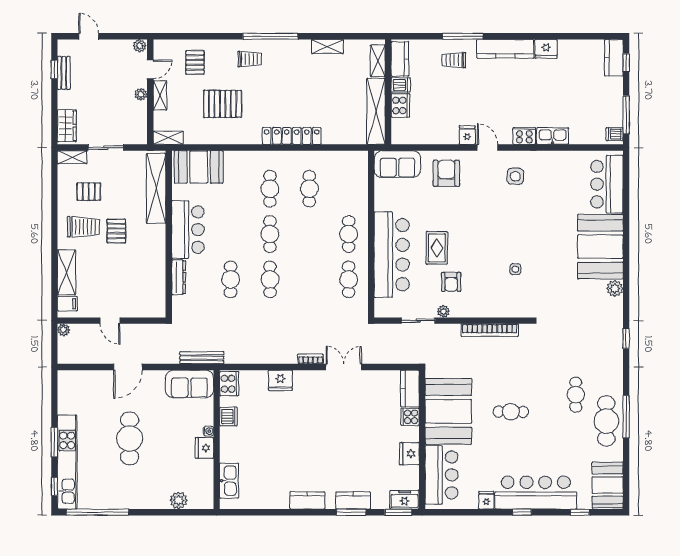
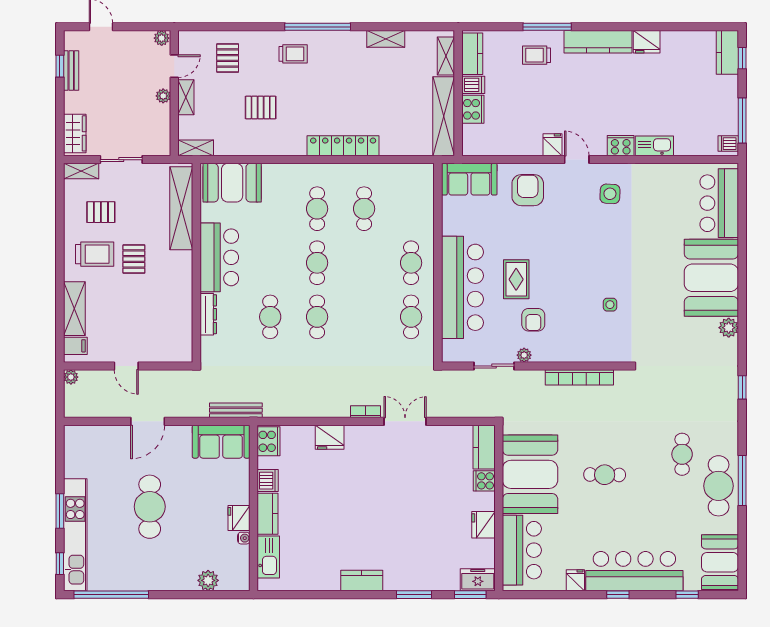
pallet: (223, 104) -> (261, 107), width x0.67, depth x0.71
water cooler: (208, 431) -> (244, 538), moved
kitchen counter: (353, 500) -> (268, 514), moved, turned 90

